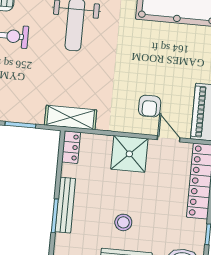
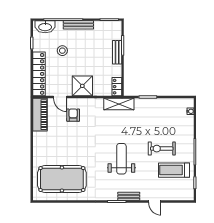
bench: (65, 205) -> (117, 52), width x0.73
stool: (123, 222) -> (62, 51), moved

